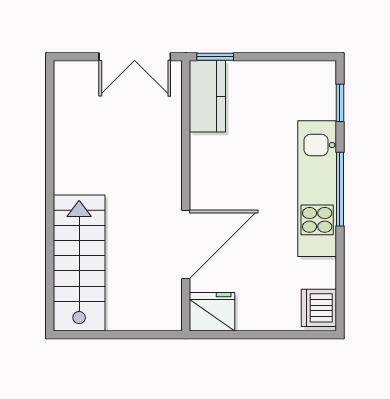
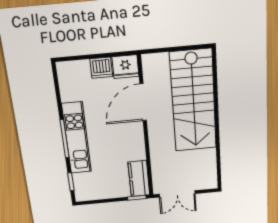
double door: (135, 57) -> (177, 194), swing flipped
stairs: (79, 263) -> (193, 101), width x1.36, depth x1.51
dishwasher: (319, 308) -> (101, 68), moved, turned 90

